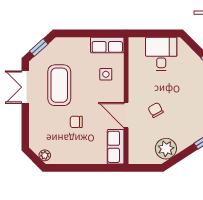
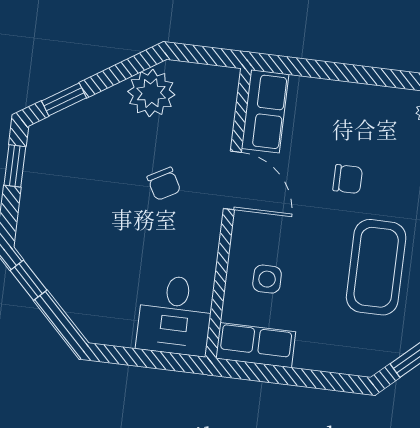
desk: (161, 54) -> (175, 315), moved

